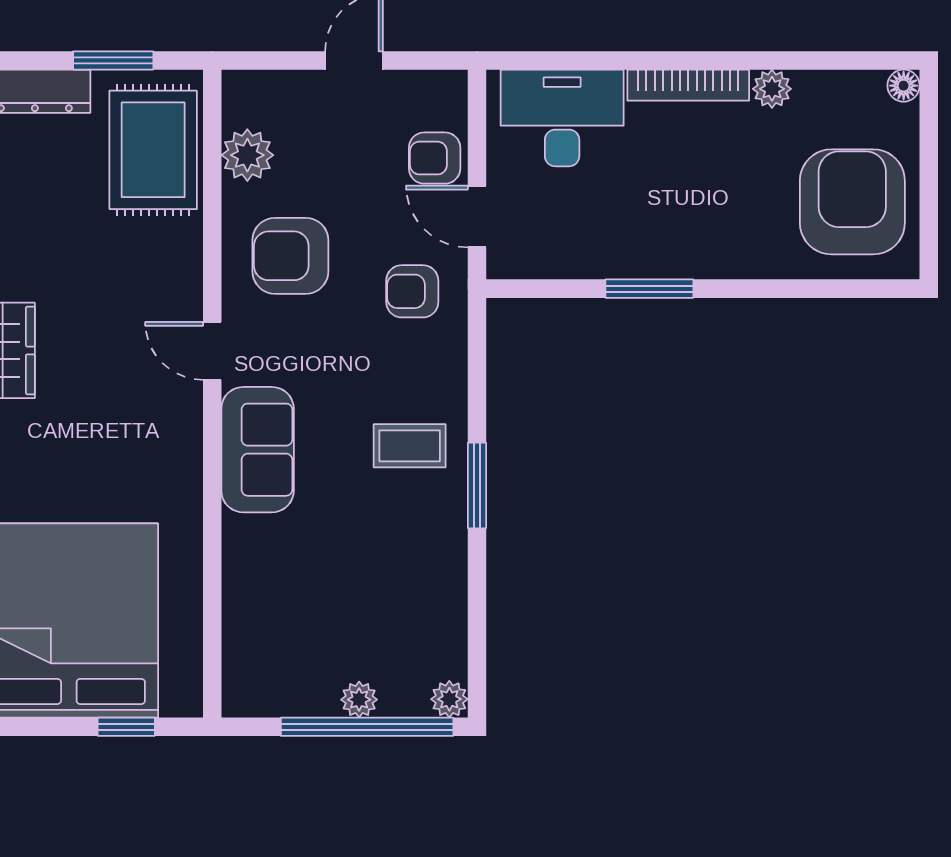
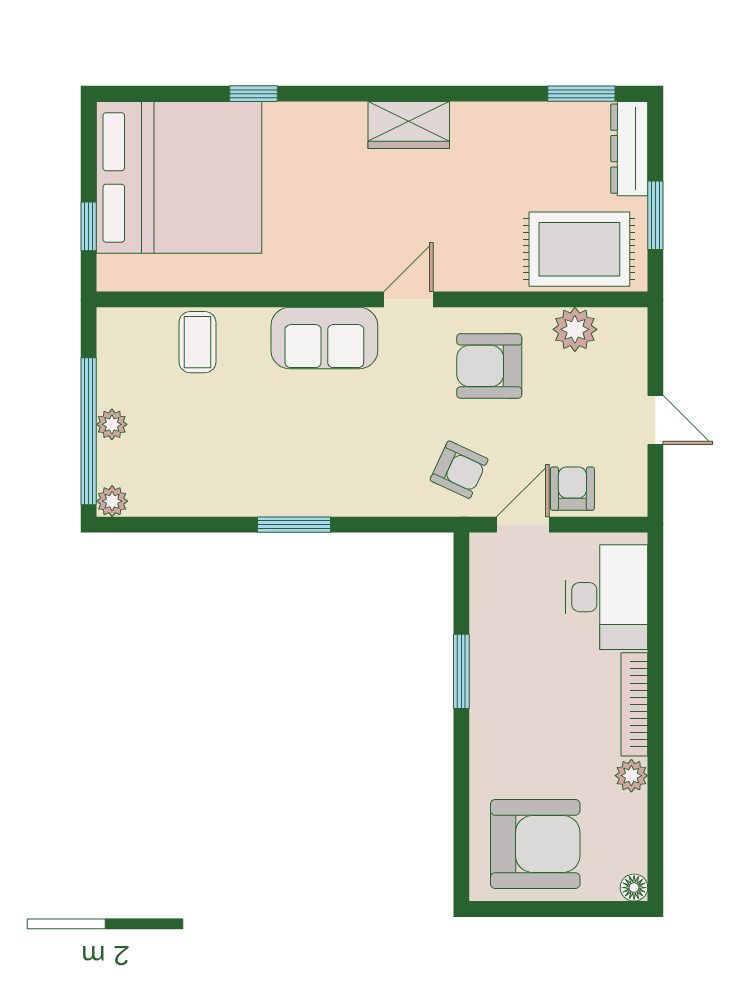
armchair: (290, 256) -> (489, 366), turned -90
armchair: (412, 291) -> (459, 470), turned 115
coffee table: (410, 446) -> (197, 342), moved

